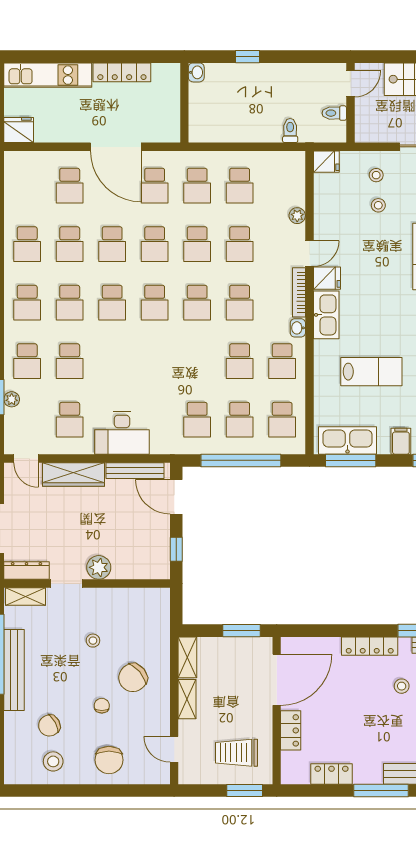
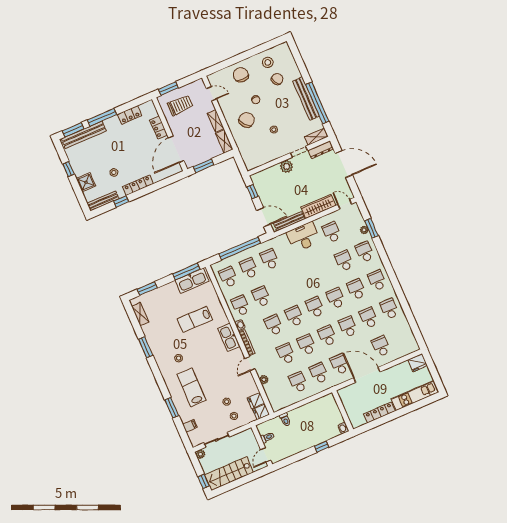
fridge: (327, 278) -> (256, 401), moved
filing cabinet: (401, 441) -> (166, 292), removed

